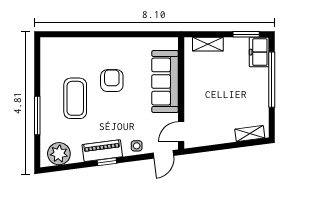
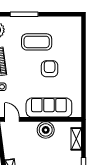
armchair: (112, 81) -> (50, 69), turned -90
boiler: (196, 86) -> (46, 130), added

